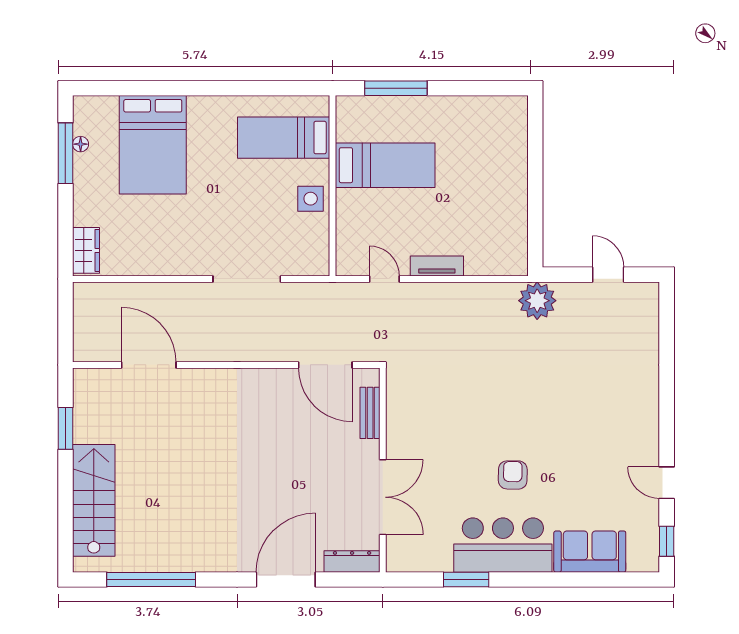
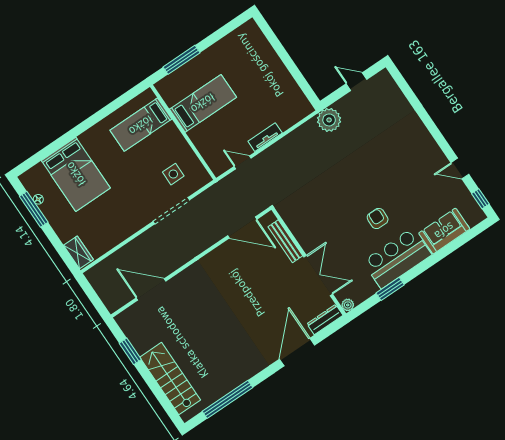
side table: (311, 199) -> (173, 174), moved
bench: (370, 413) -> (285, 241), width x1.36
plant: (395, 563) -> (348, 305), added

